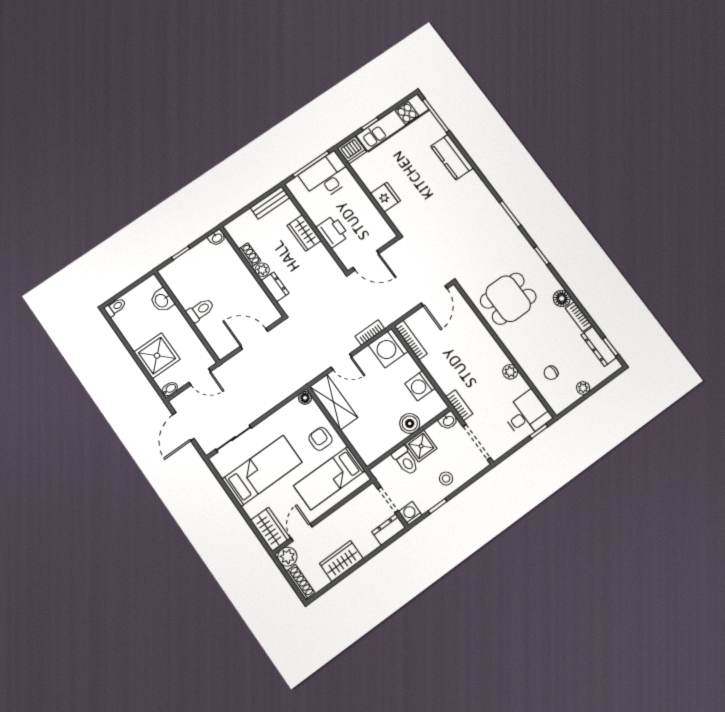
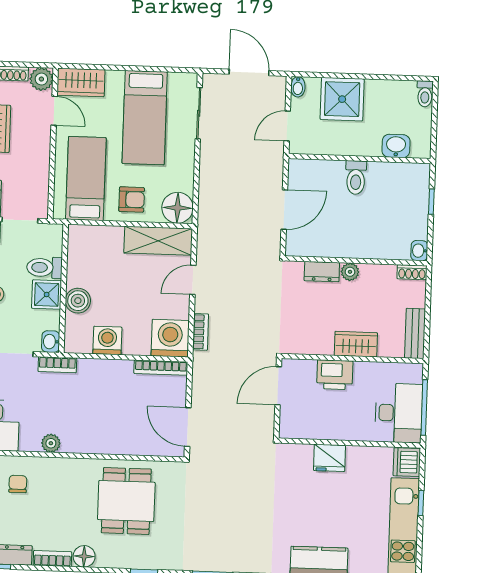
shoe rack: (250, 255) -> (412, 272), moved
floor lamp: (305, 398) -> (178, 208), width x1.89, depth x1.89

